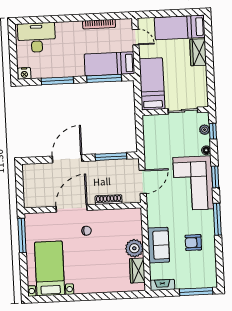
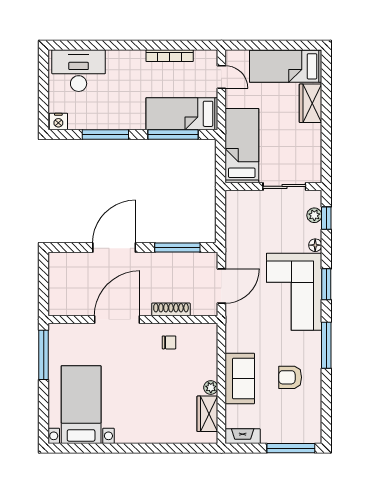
chair: (87, 231) -> (169, 342), moved
plant: (134, 248) -> (211, 387), width x0.53, depth x0.53

